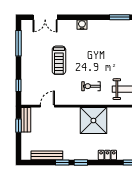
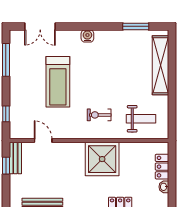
treadmill: (59, 60) -> (58, 82), width x1.37, depth x1.38
door: (47, 106) -> (43, 141), hinge flipped

